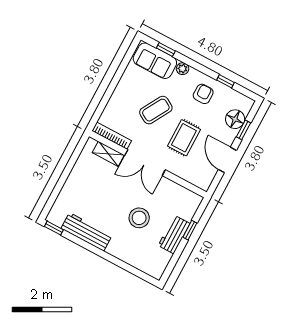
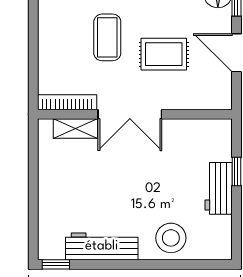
coffee table: (156, 110) -> (107, 37), turned -30
rug: (184, 138) -> (164, 54), turned 90
stool: (139, 218) -> (171, 238), moved

